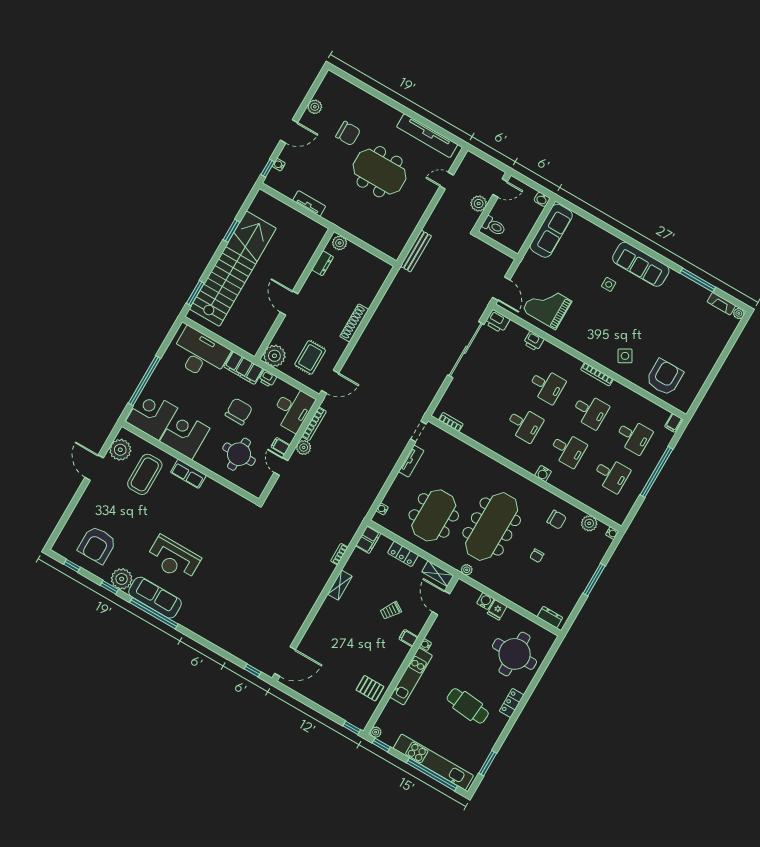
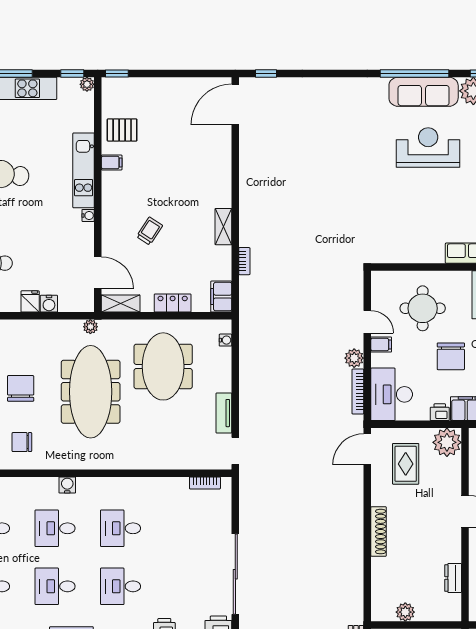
plant: (340, 243) -> (405, 612), moved
chair: (537, 556) -> (21, 388), width x1.87, depth x1.87
filing cabinet: (408, 638) -> (112, 162), moved

